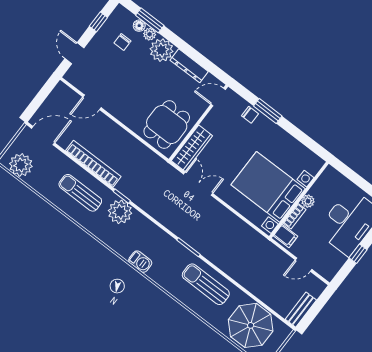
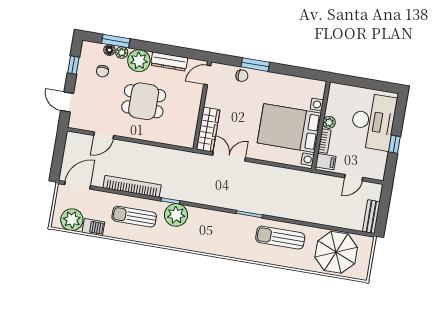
dining table: (167, 125) -> (144, 101), moved, turned 90
barbecue: (140, 262) -> (93, 227), moved

